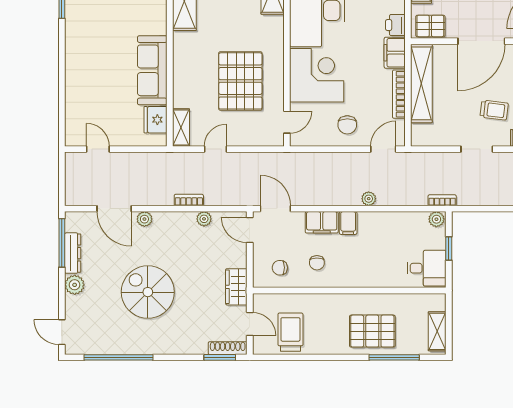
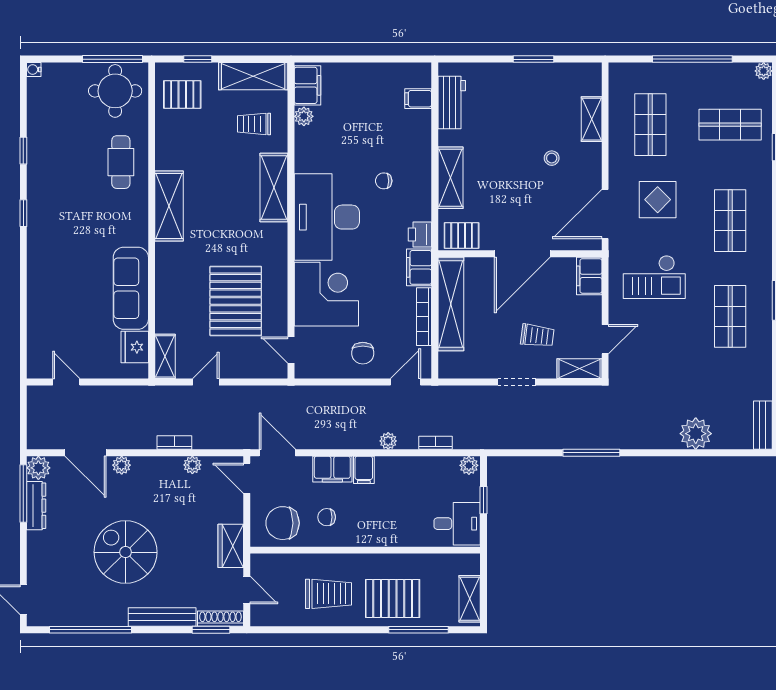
door: (287, 122) -> (291, 350), swing flipped
bookcase: (442, 200) -> (436, 443), moved
chair: (317, 263) -> (327, 517), turned 90
chair: (280, 268) -> (283, 523), width x1.87, depth x1.87
plant: (75, 285) -> (38, 468), moved
trolley: (290, 332) -> (329, 594), moved, turned 90
bench: (179, 347) -> (162, 617), added

